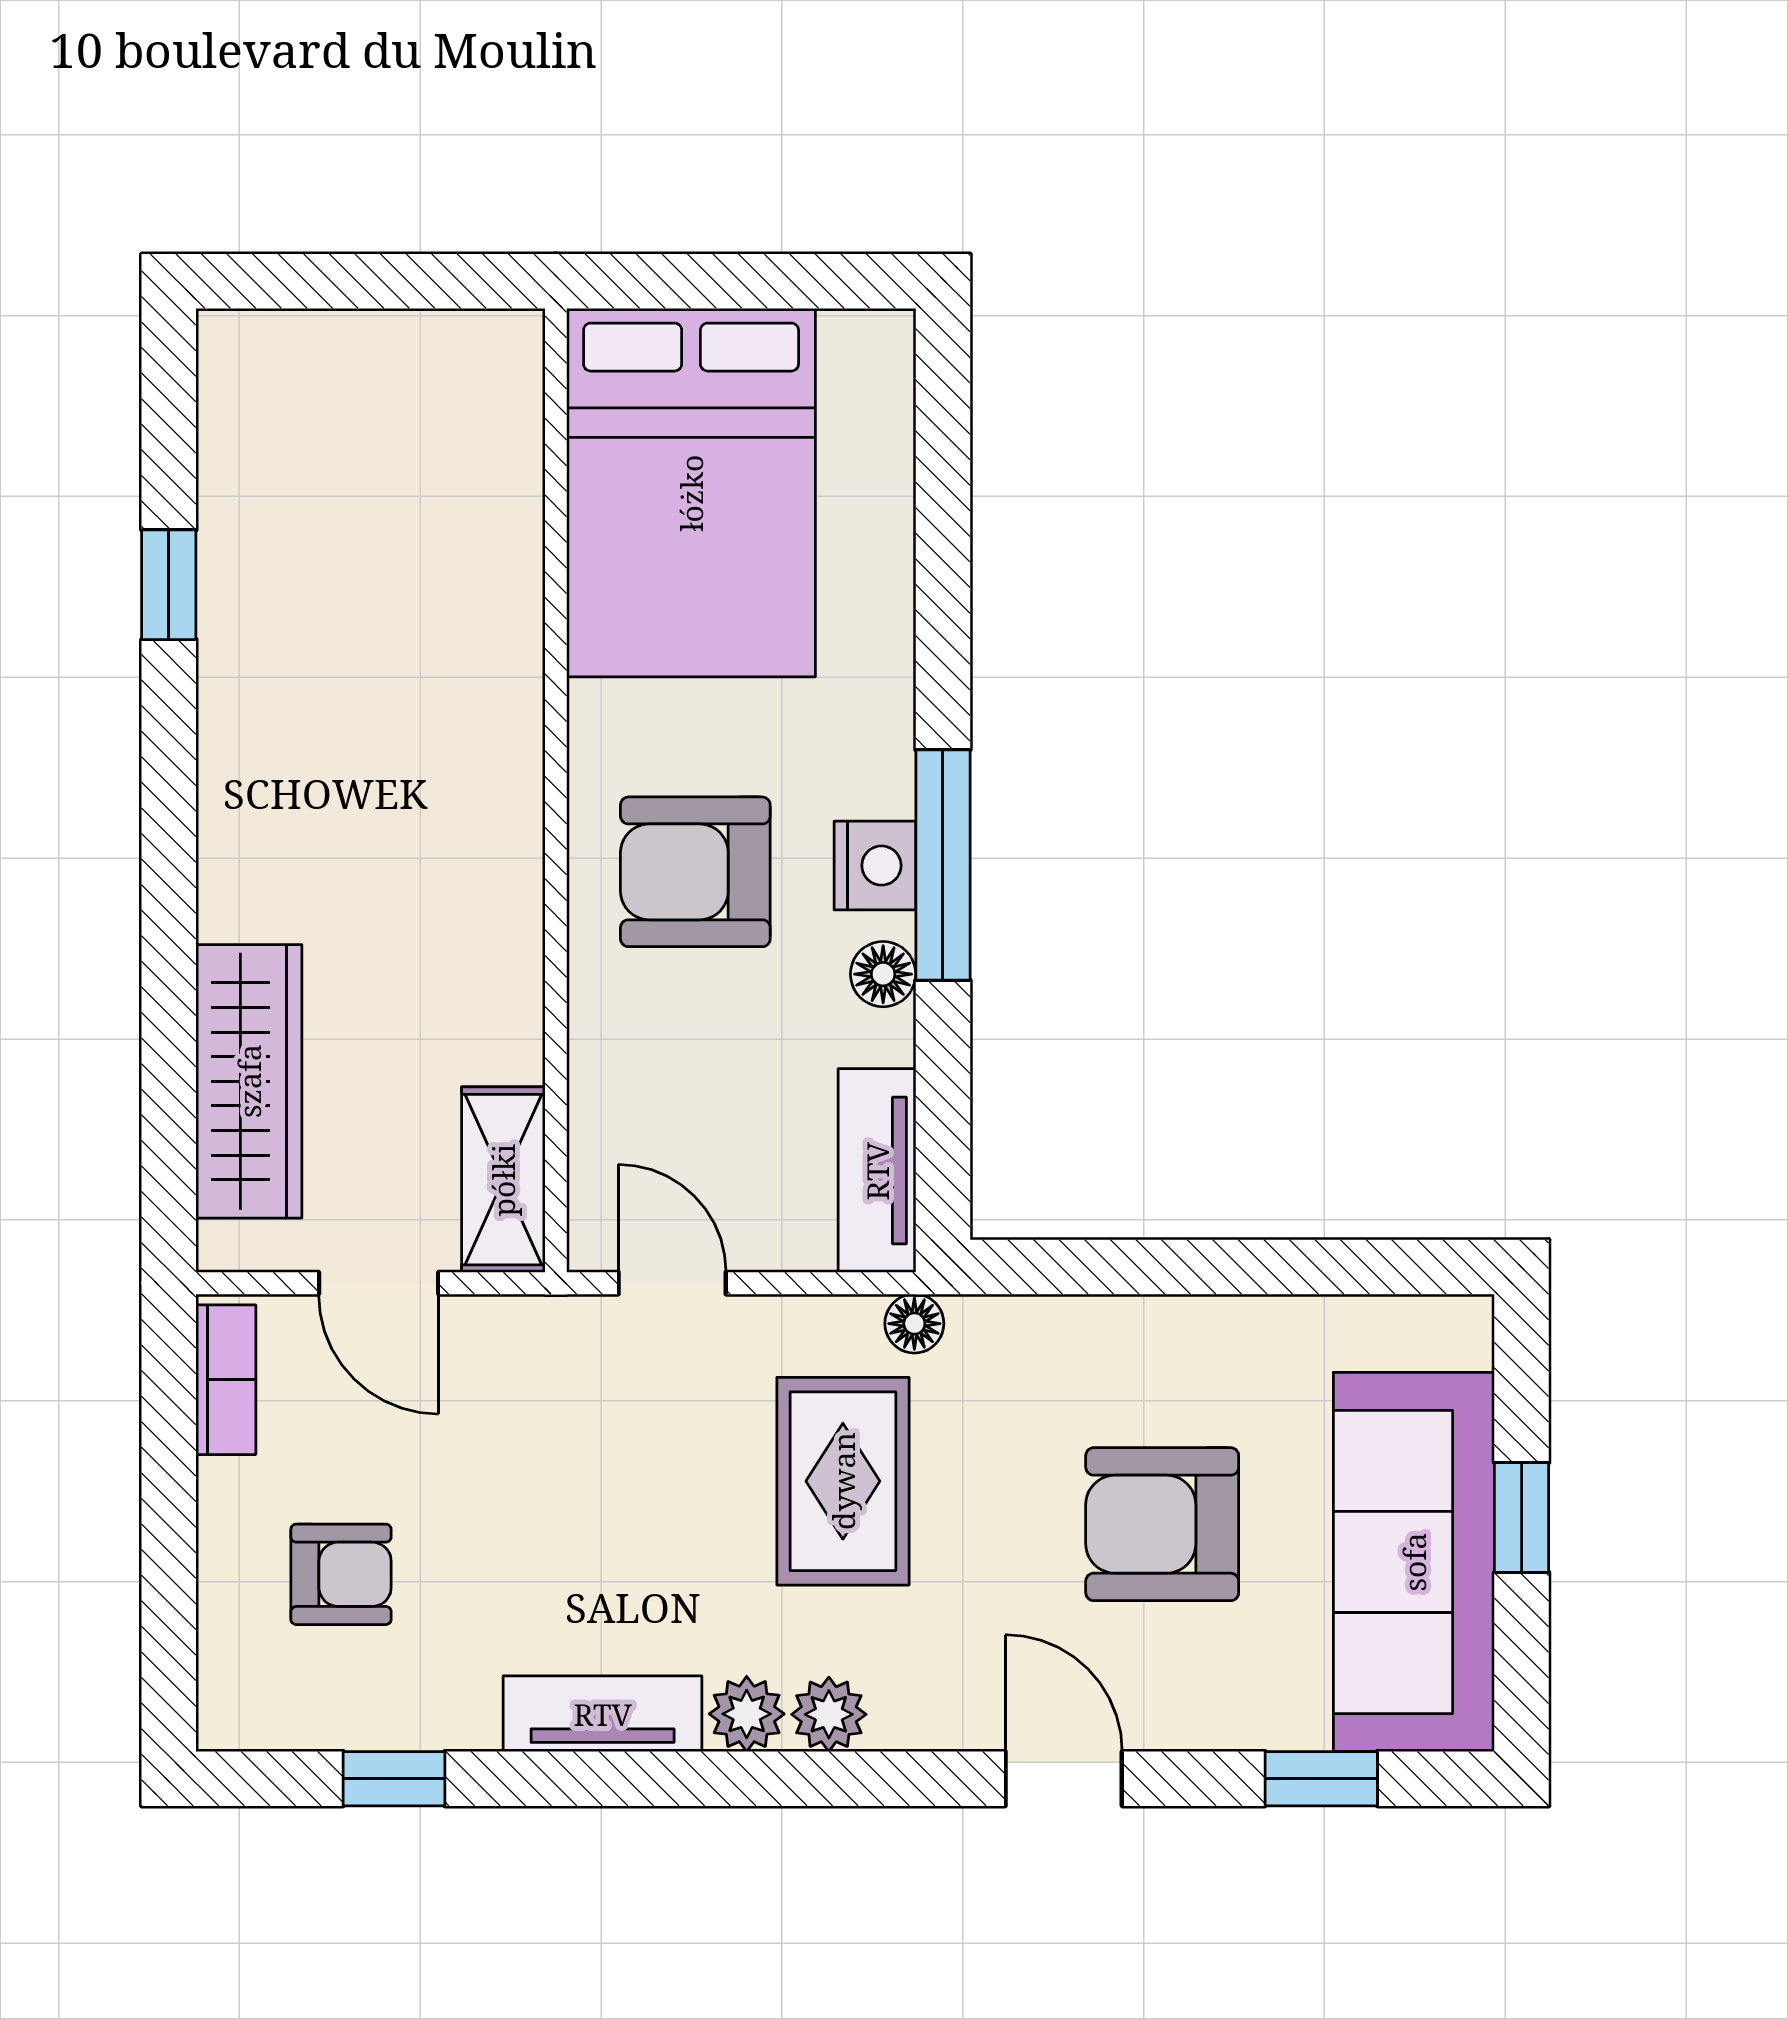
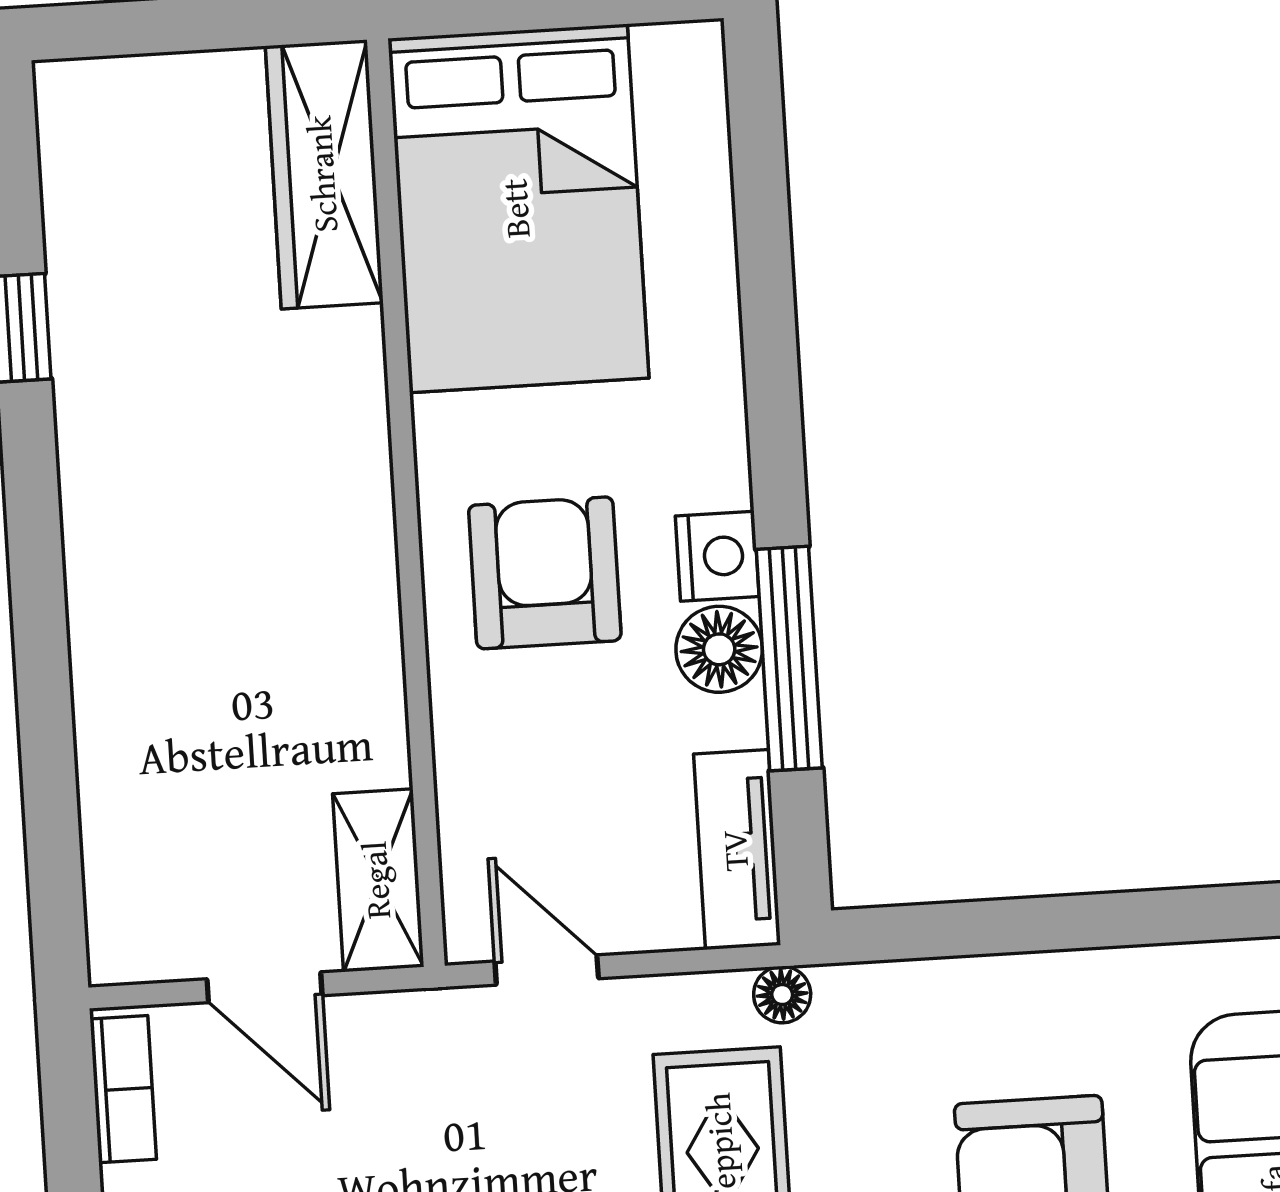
window: (943, 865) -> (789, 659), moved
armchair: (695, 872) -> (545, 573), turned 90
floor lamp: (883, 974) -> (719, 649), width x1.37, depth x1.37
wardrobe: (249, 1081) -> (324, 174), moved, turned 180

